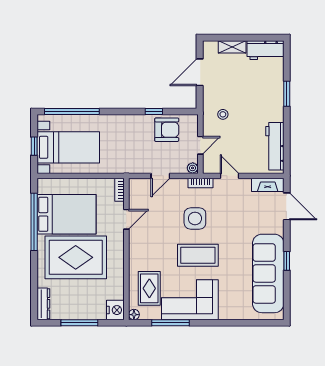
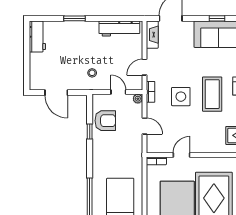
shelving: (232, 47) -> (35, 65), removed
armchair: (167, 130) -> (105, 121), turned 90
door: (126, 219) -> (182, 155), hinge flipped

